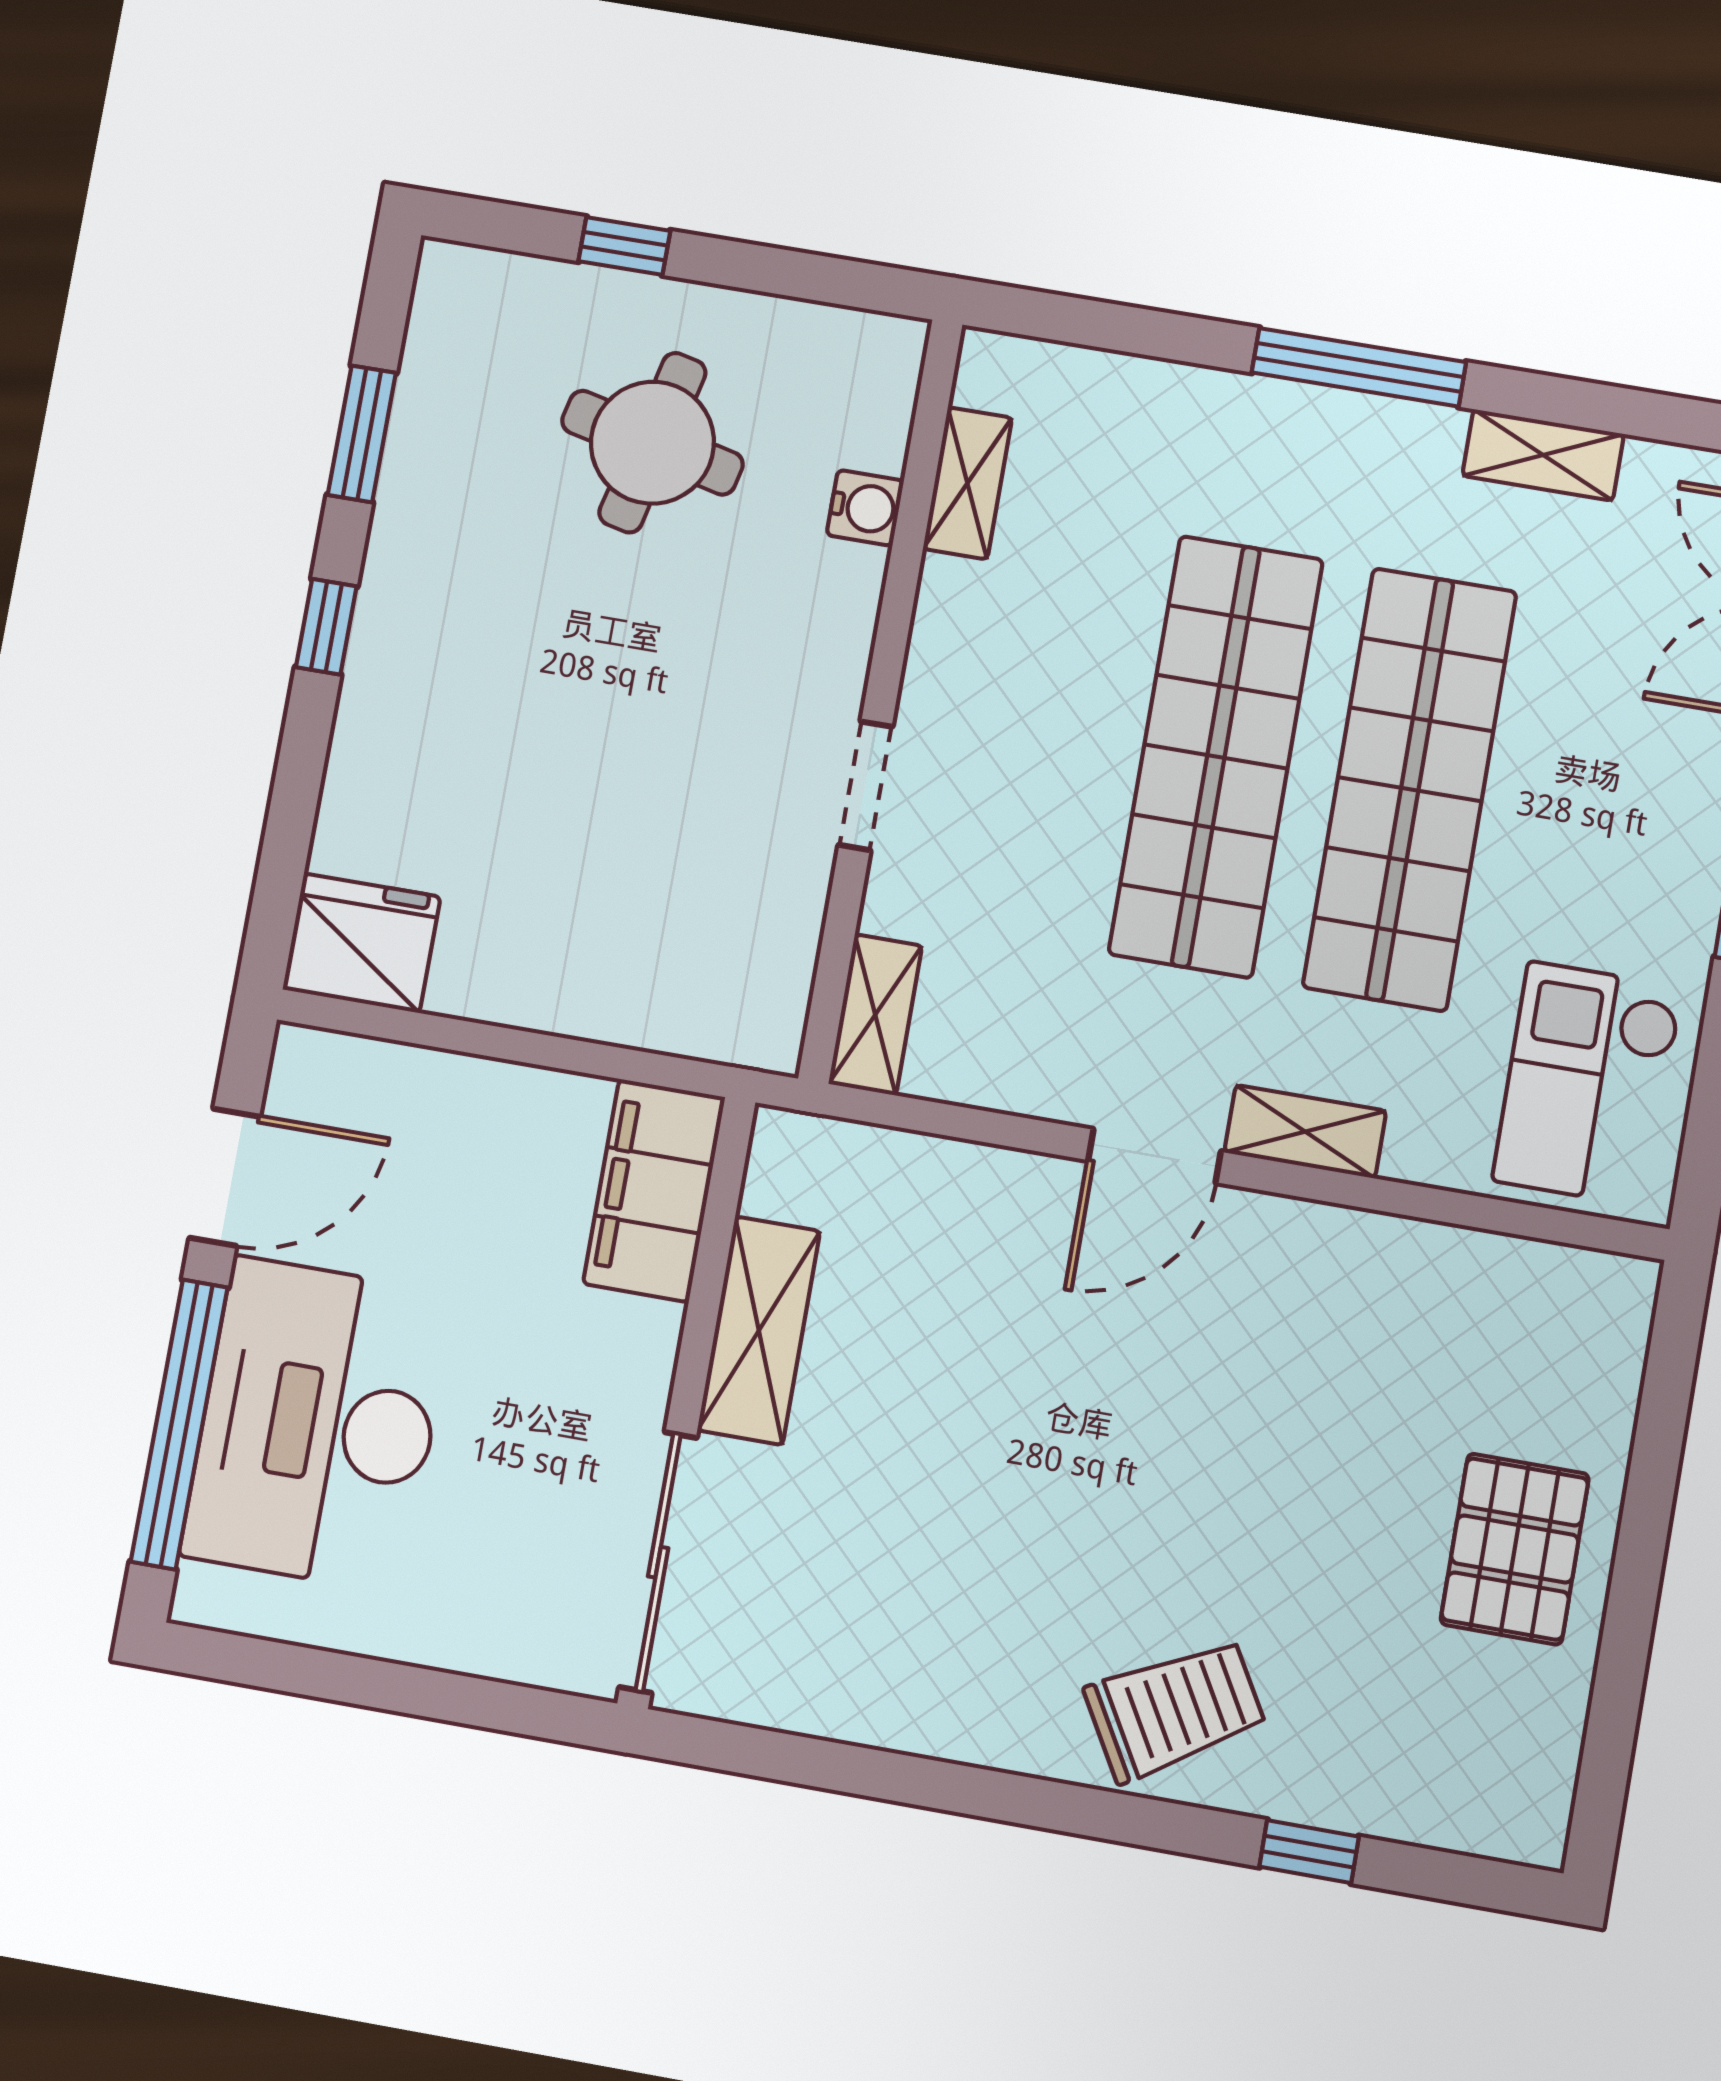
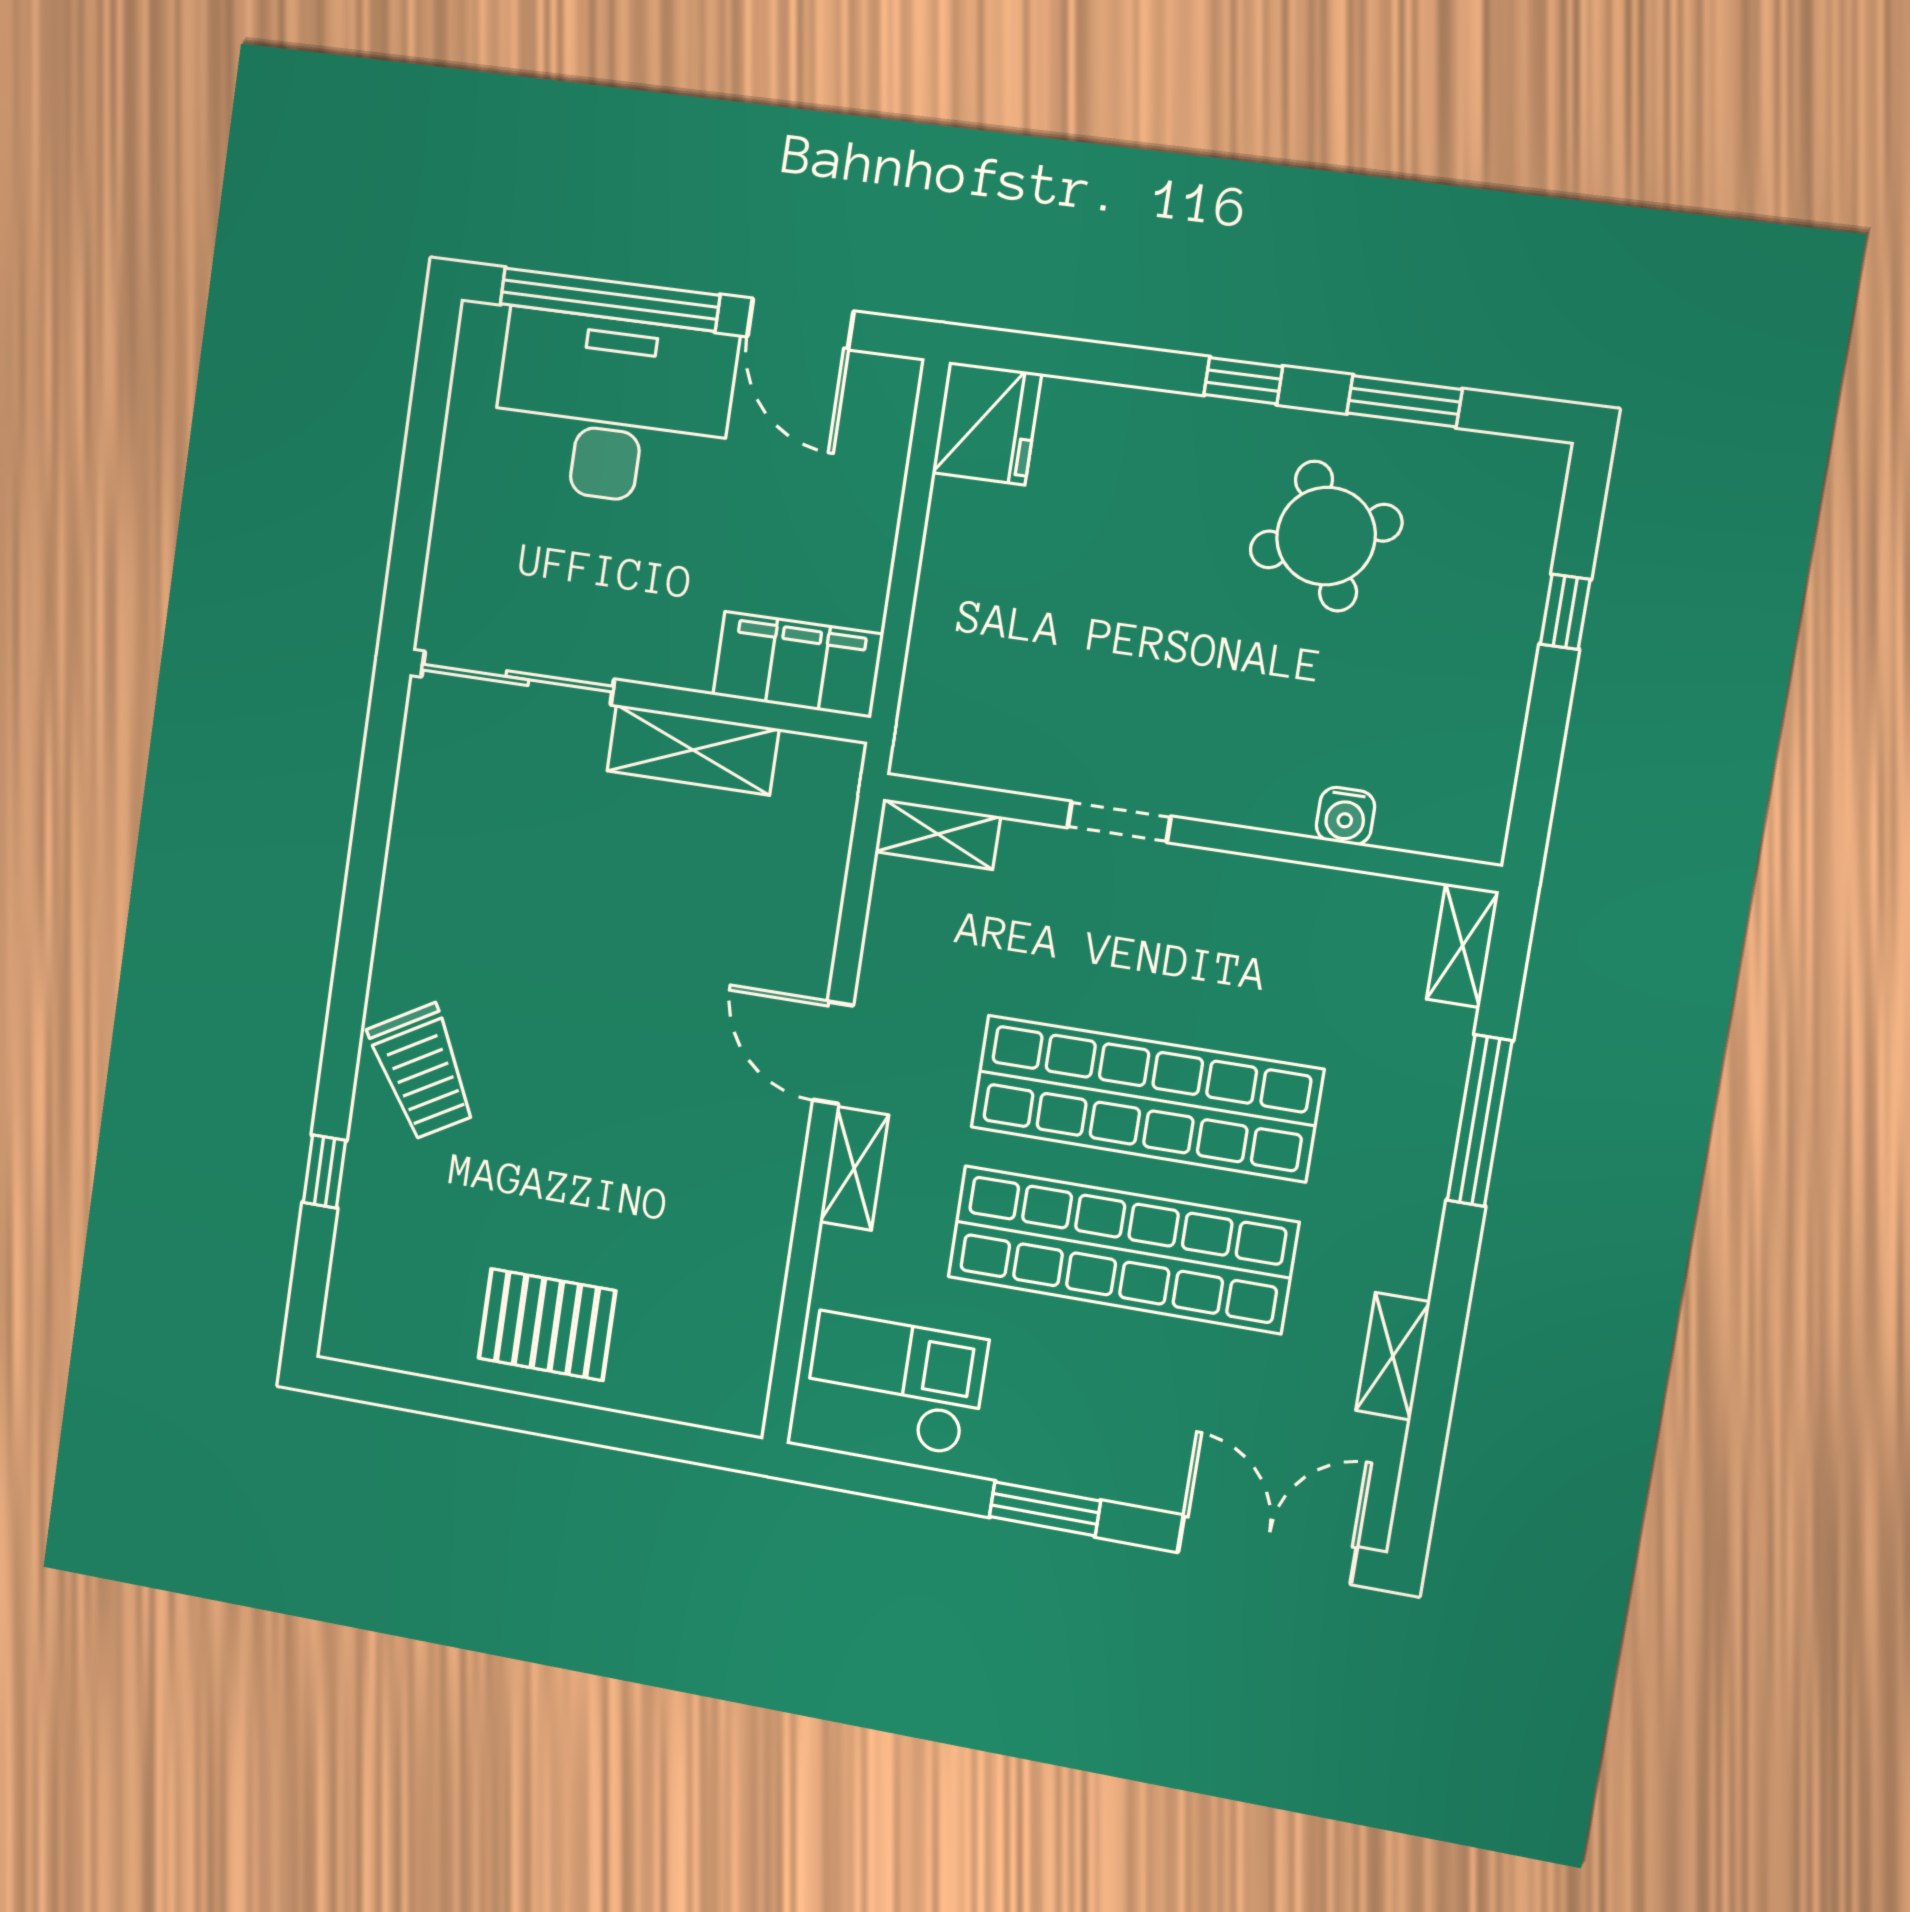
window: (1359, 367) -> (1480, 1121), moved
round table: (652, 443) -> (1326, 536), moved, turned -34
shelving: (967, 483) -> (1463, 945), moved, turned 90

